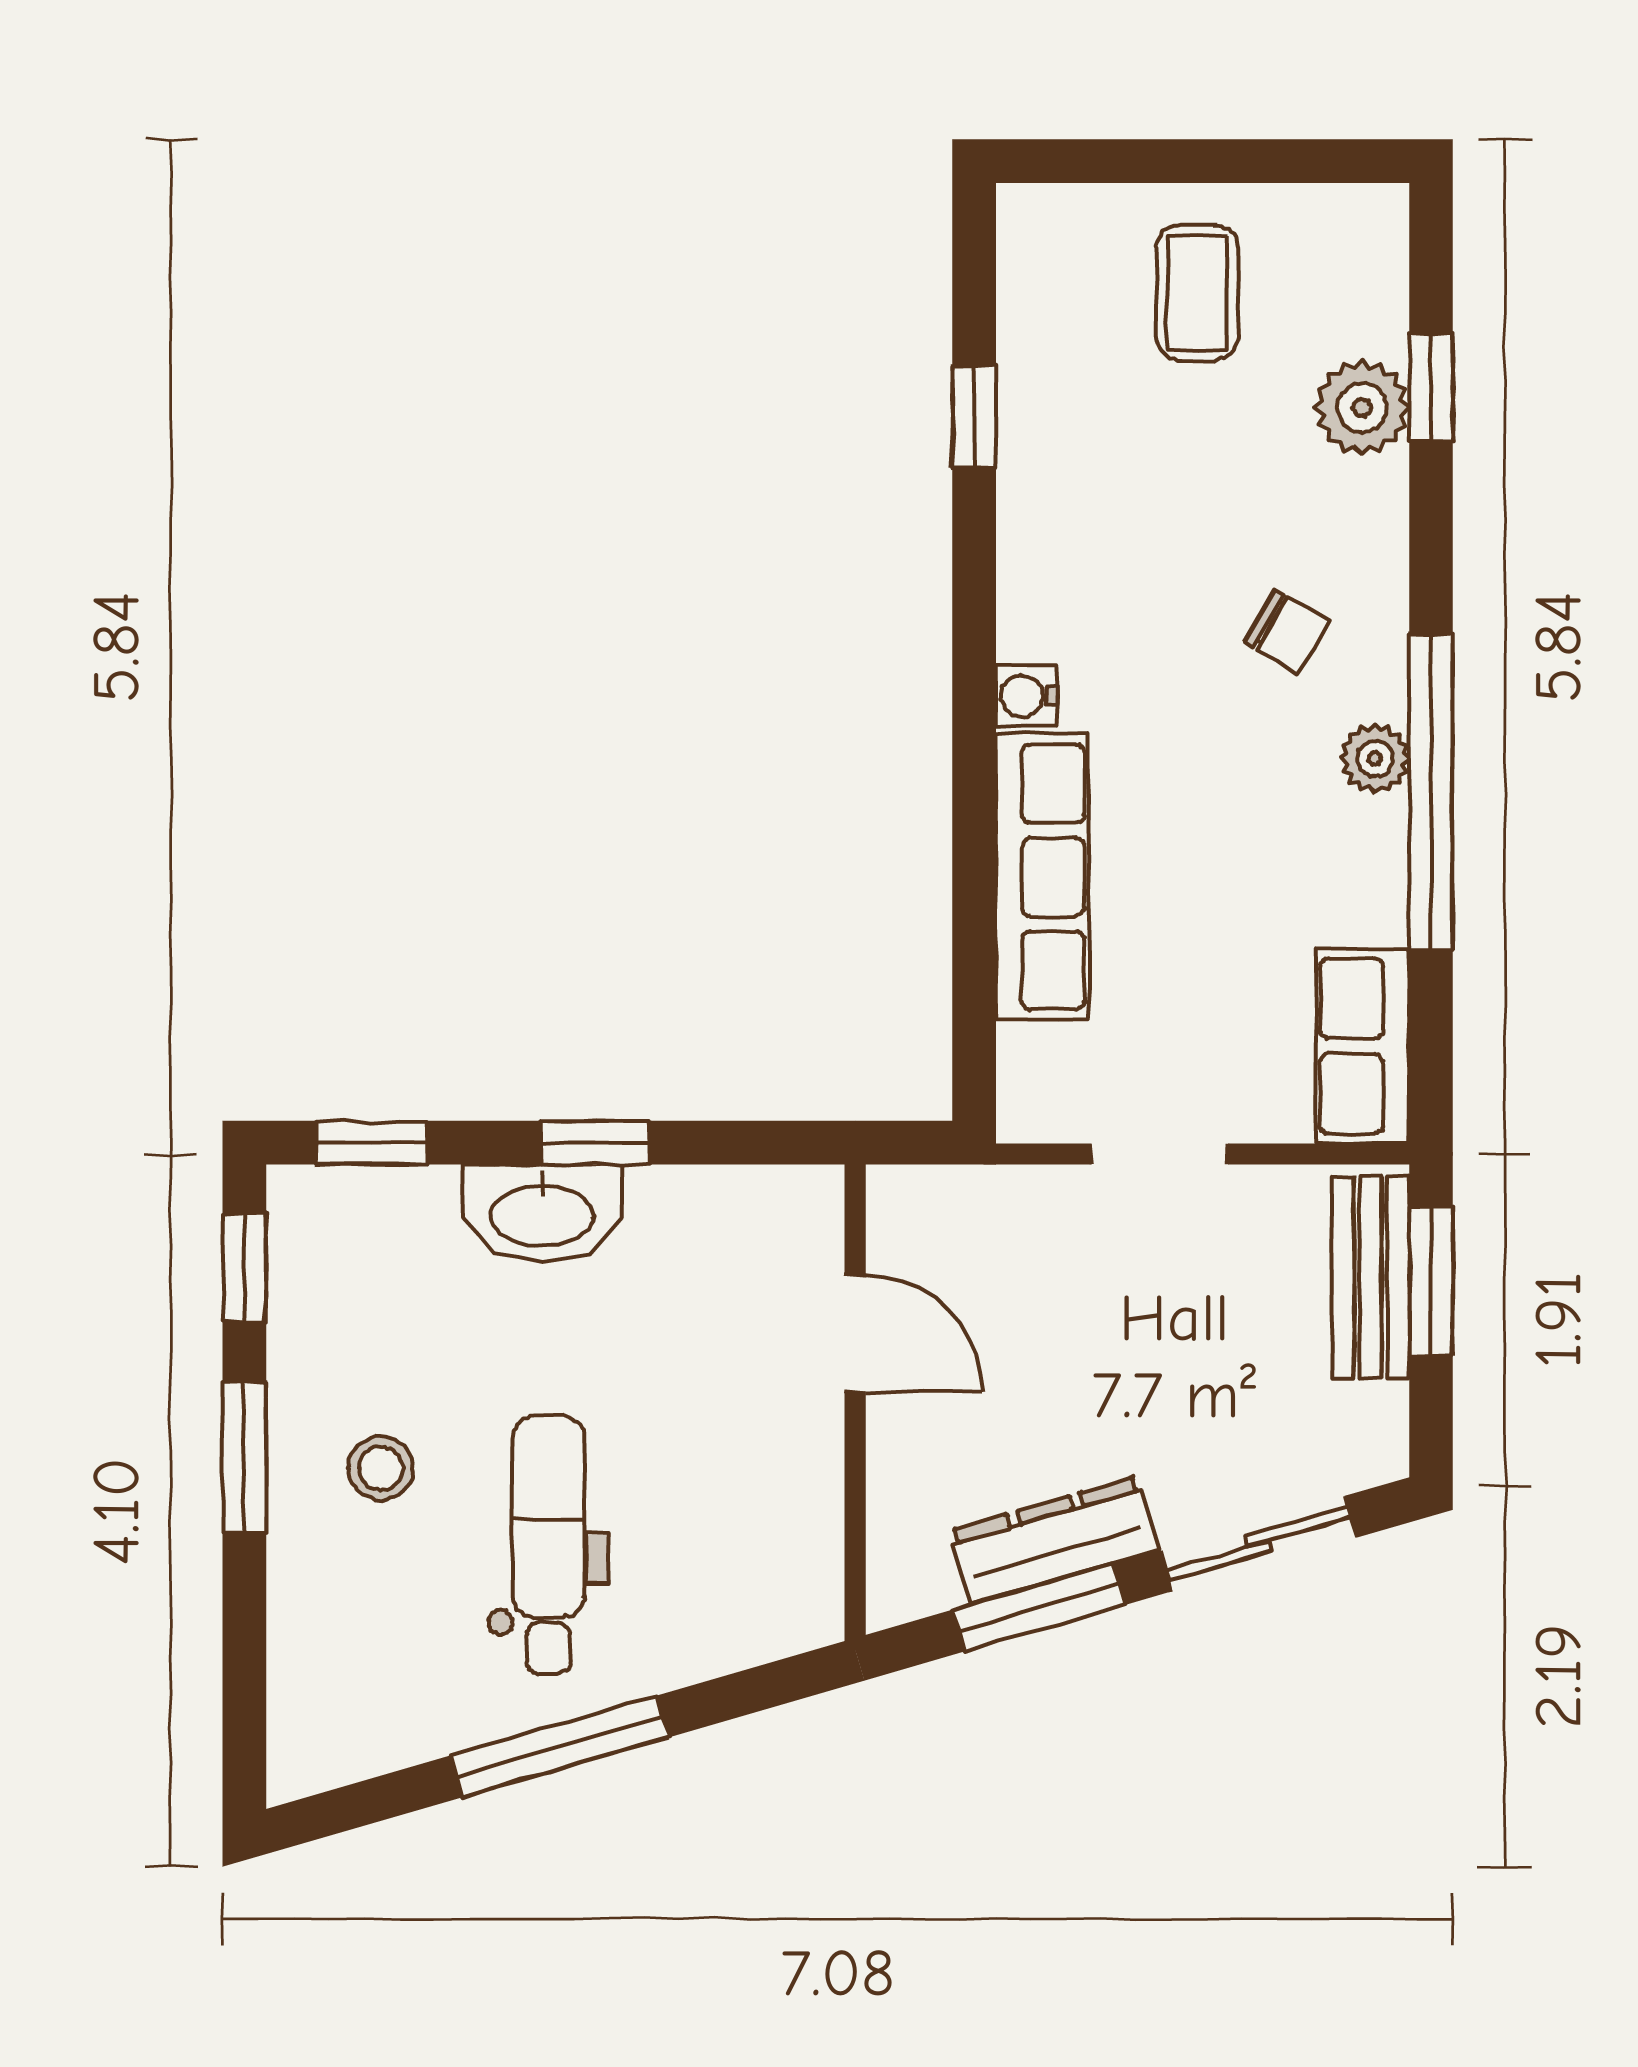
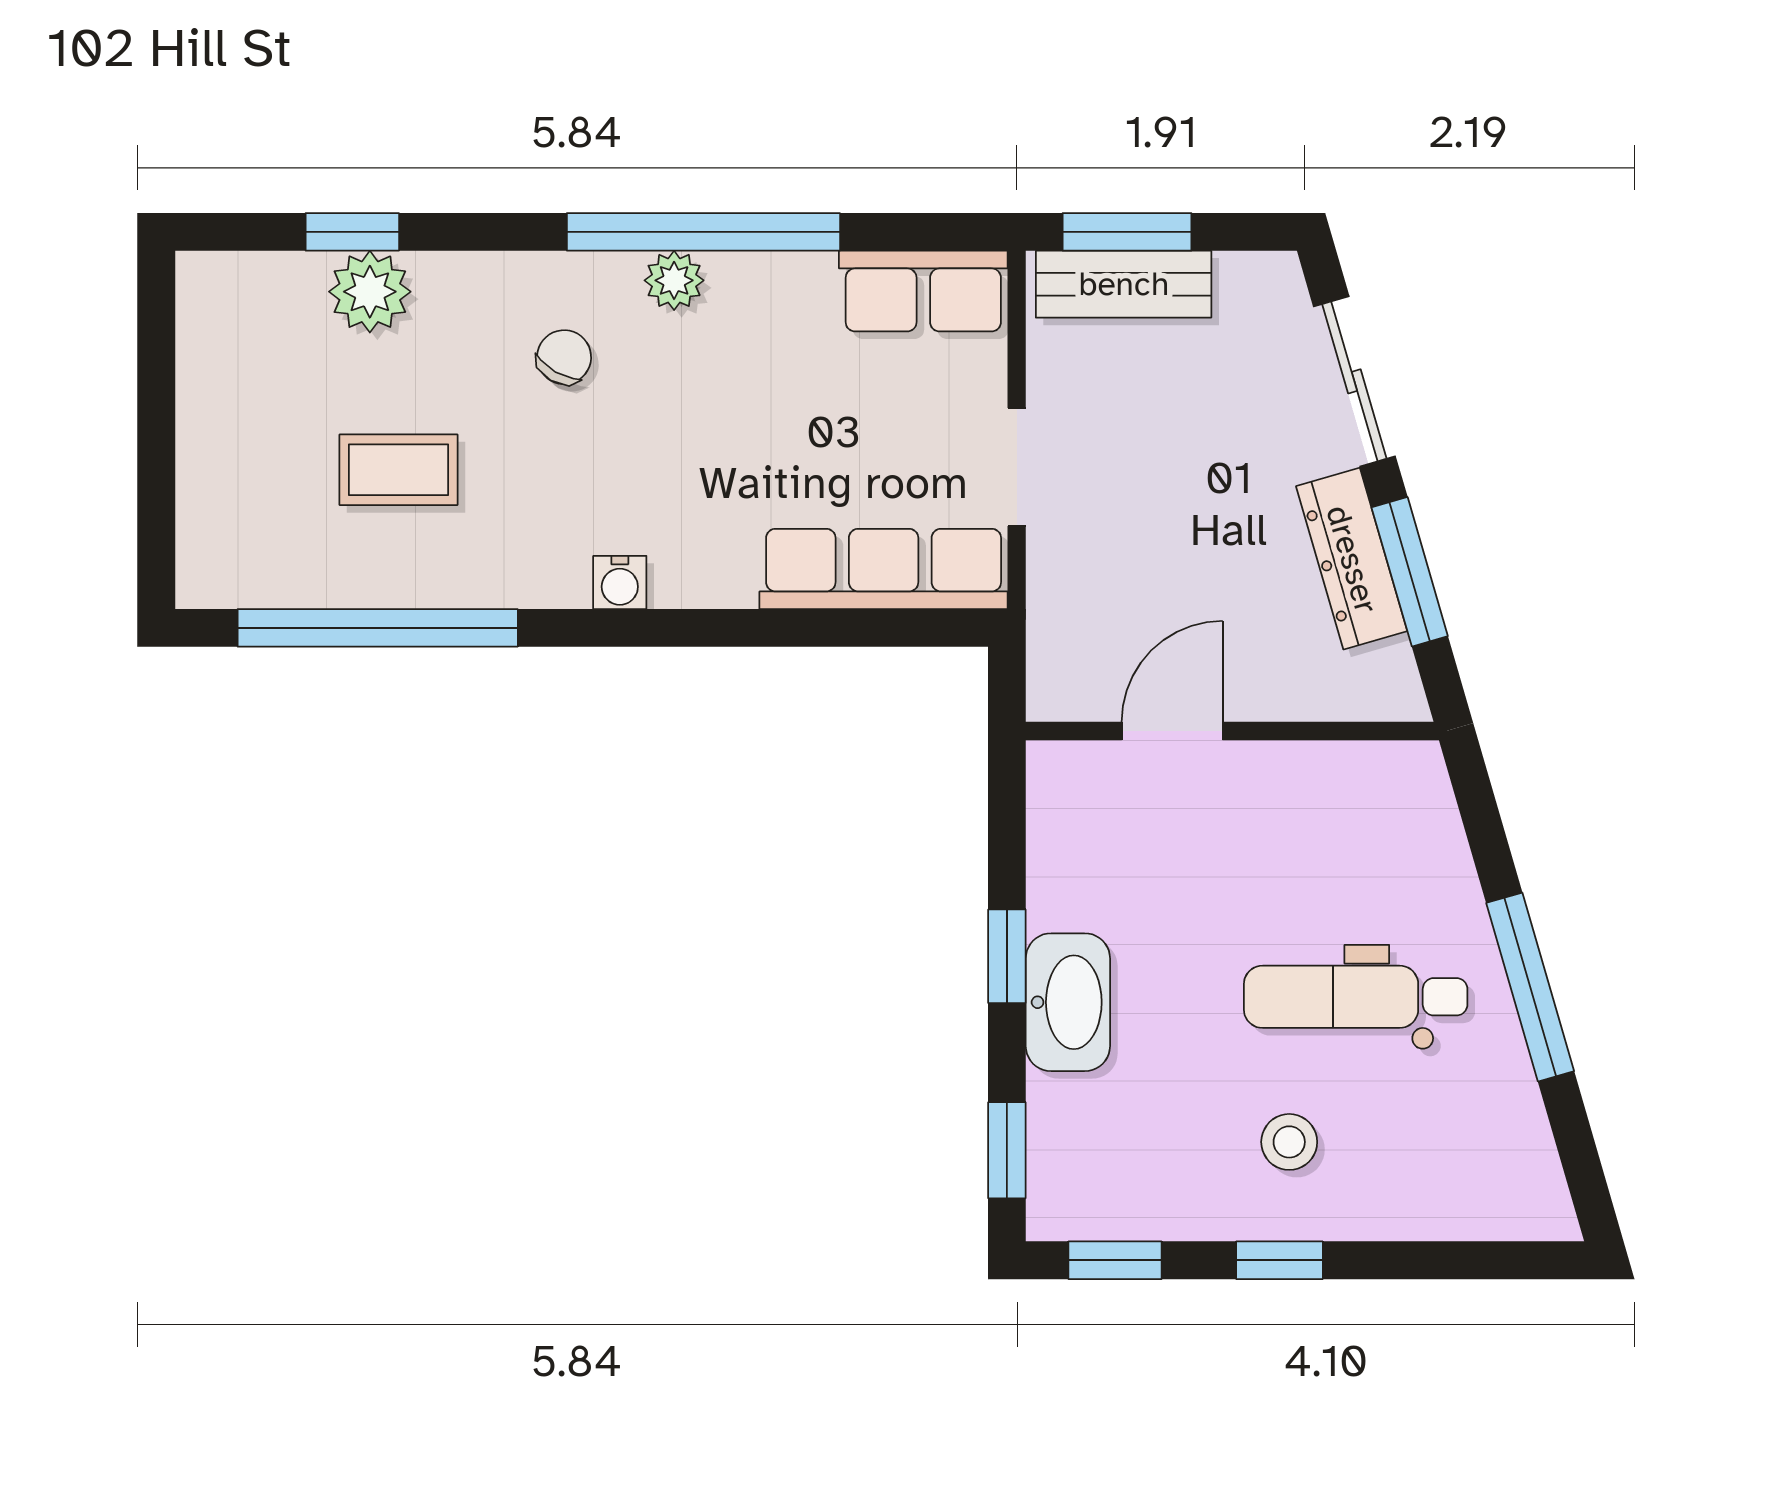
coffee table: (1197, 293) -> (399, 470), moved
window: (974, 417) -> (378, 628), width x3.17
row of seats: (1042, 877) -> (884, 569), moved
window: (244, 1457) -> (1279, 1260), width x0.67

